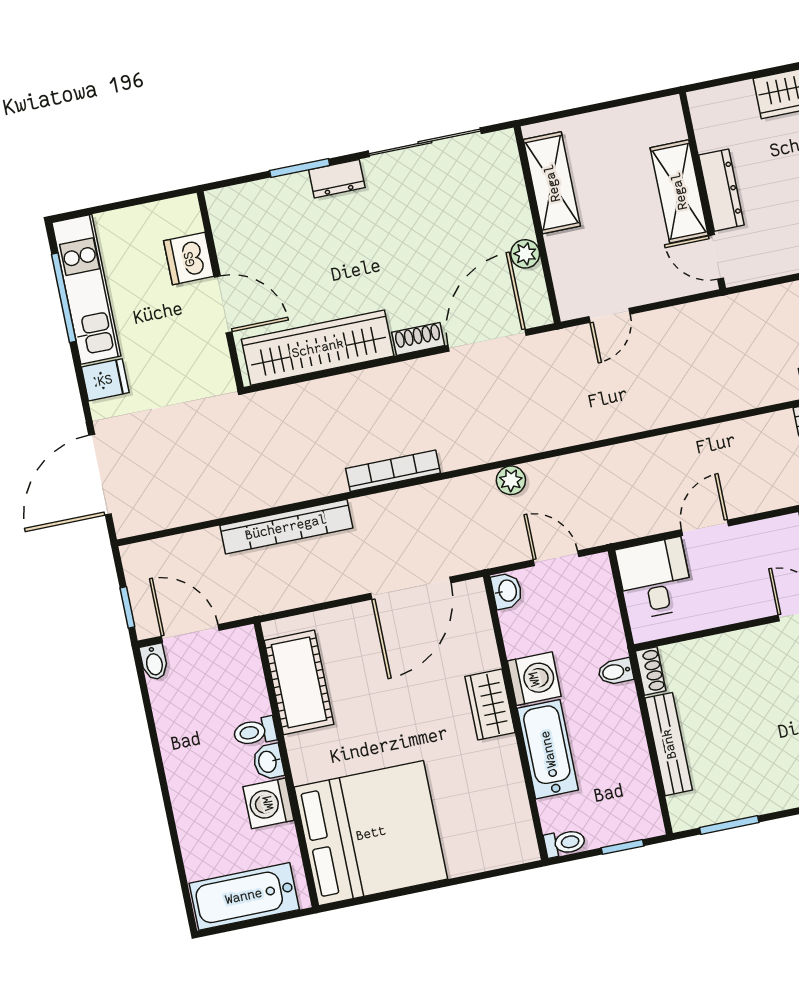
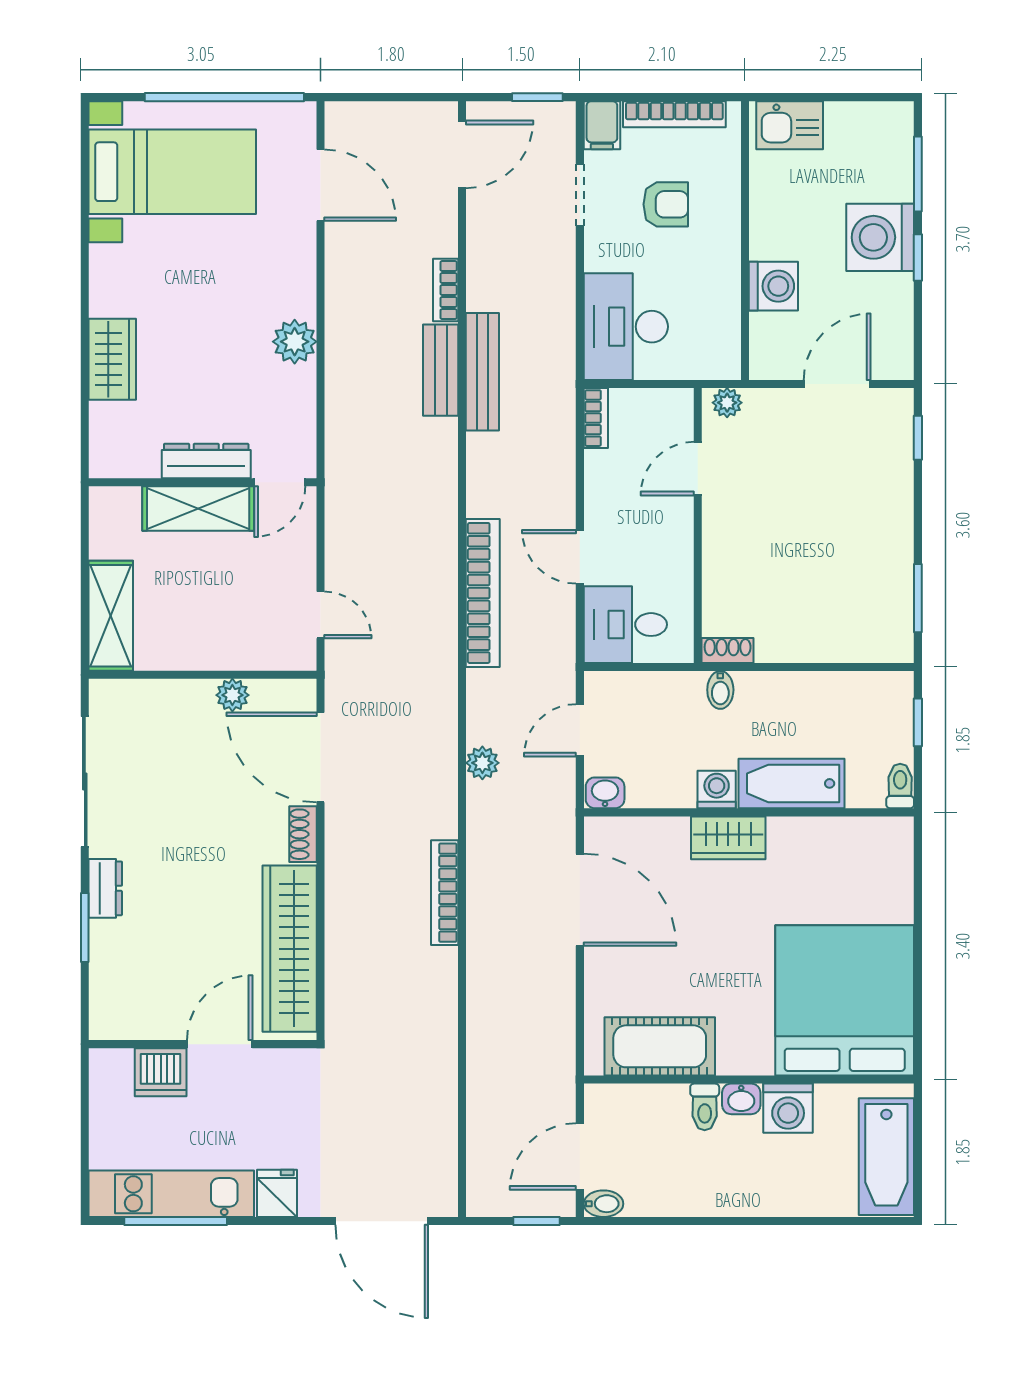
shelving: (552, 183) -> (111, 616), moved, turned 90
bookcase: (286, 527) -> (483, 593), moved
washing machine: (534, 679) -> (717, 789), width x0.73, depth x0.73
bench: (669, 744) -> (814, 647), removed

